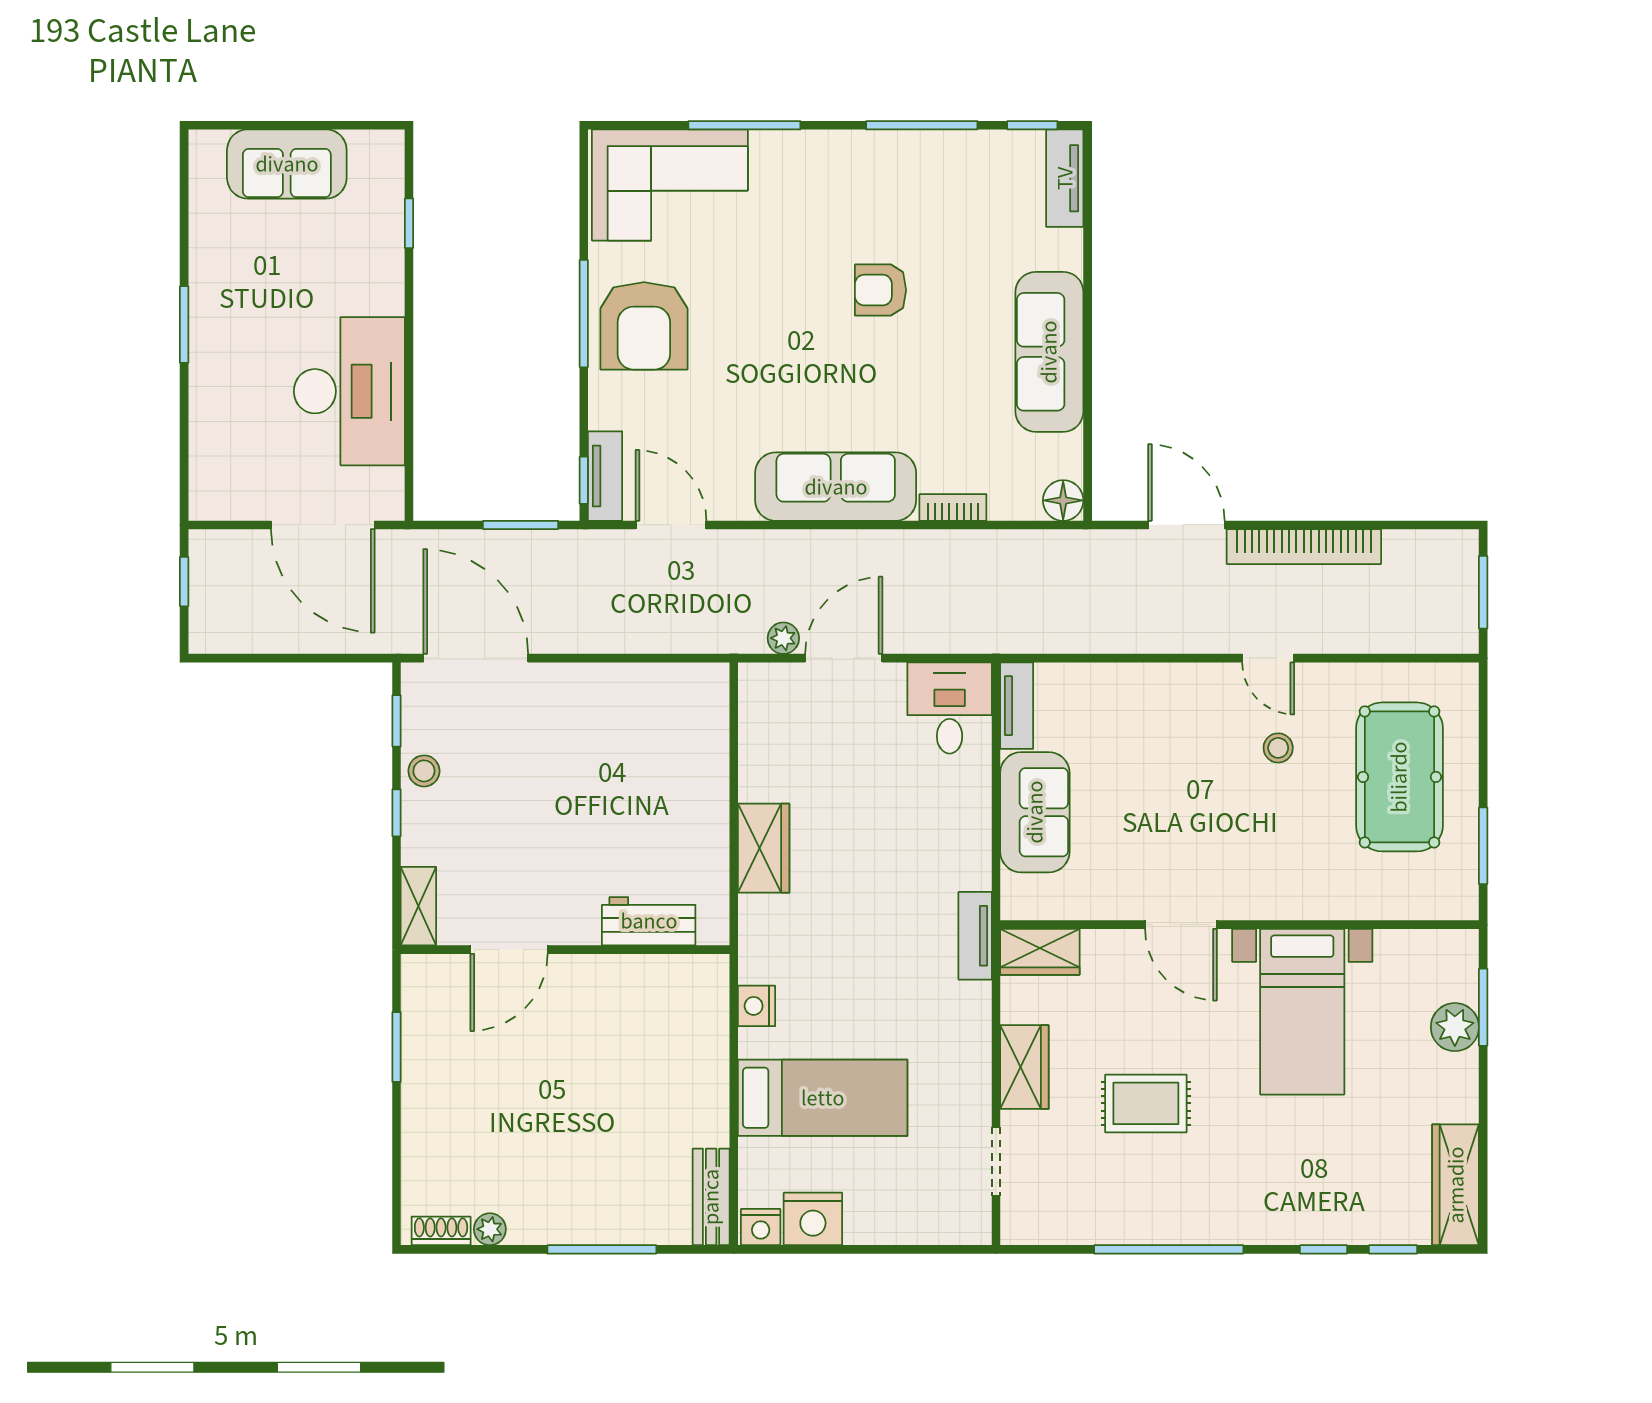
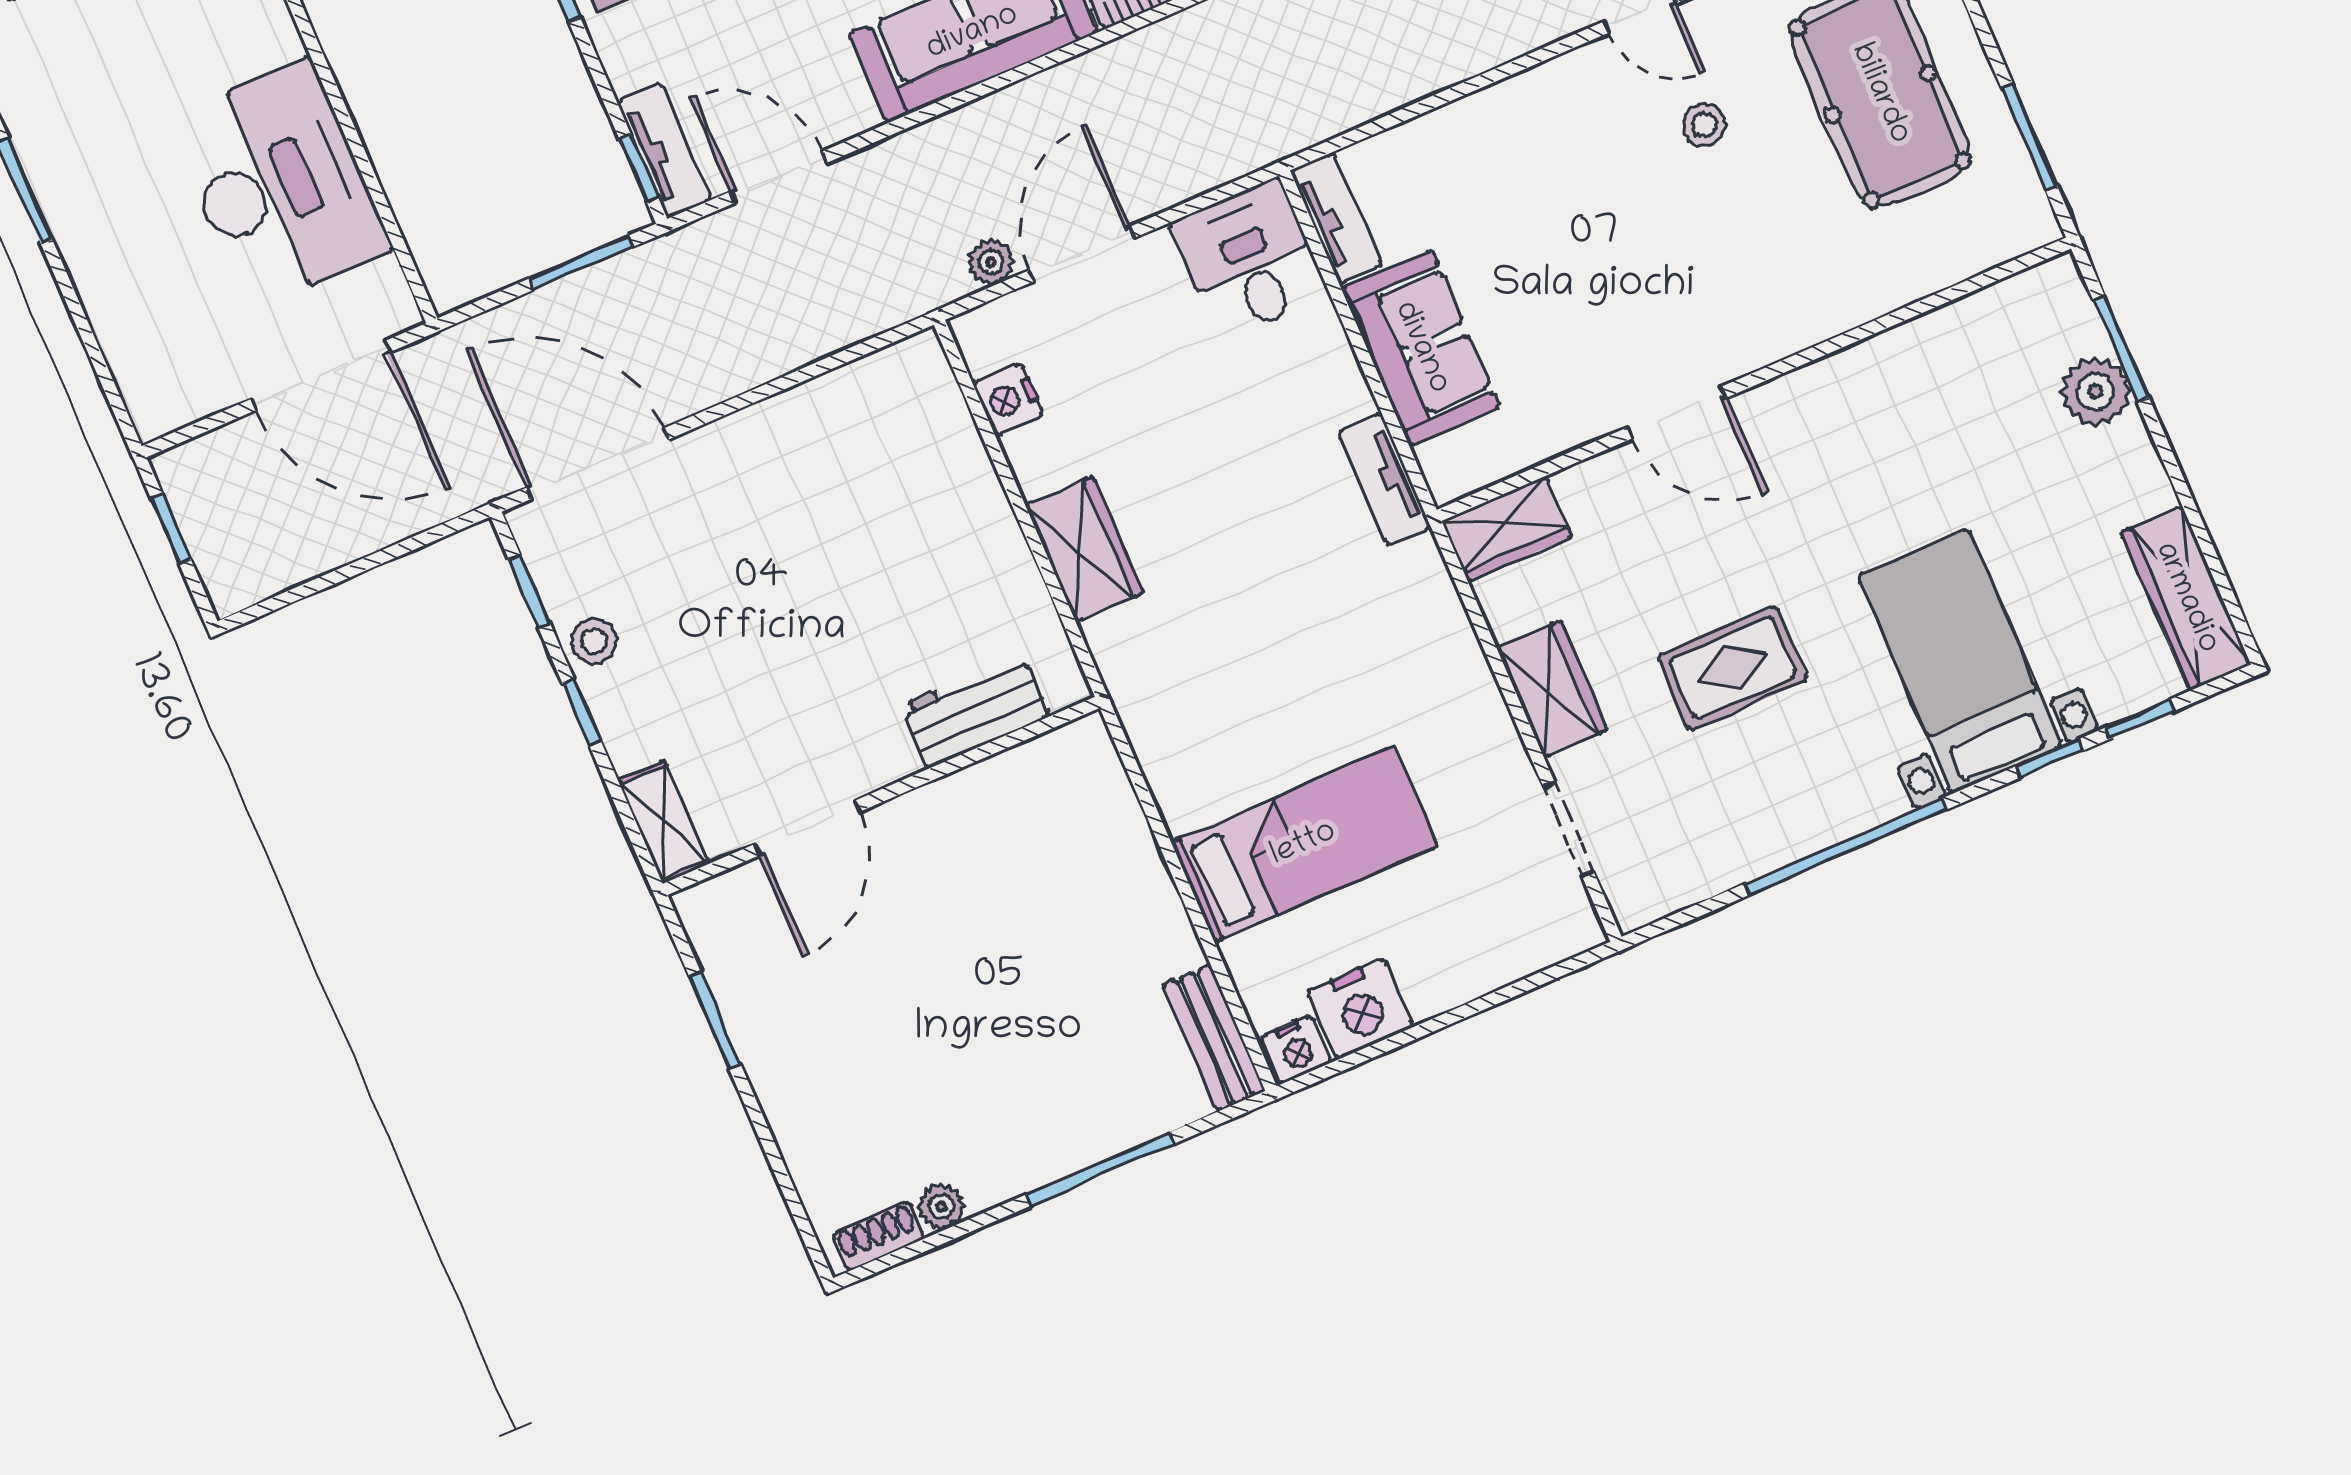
tv unit: (975, 936) -> (1384, 480), moved
nightstand: (757, 1006) -> (1008, 399), moved
bed with nightstands: (1302, 1012) -> (1960, 661), moved, turned 180

